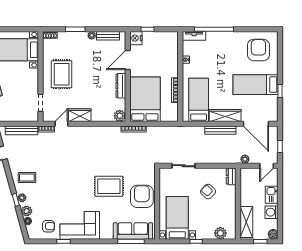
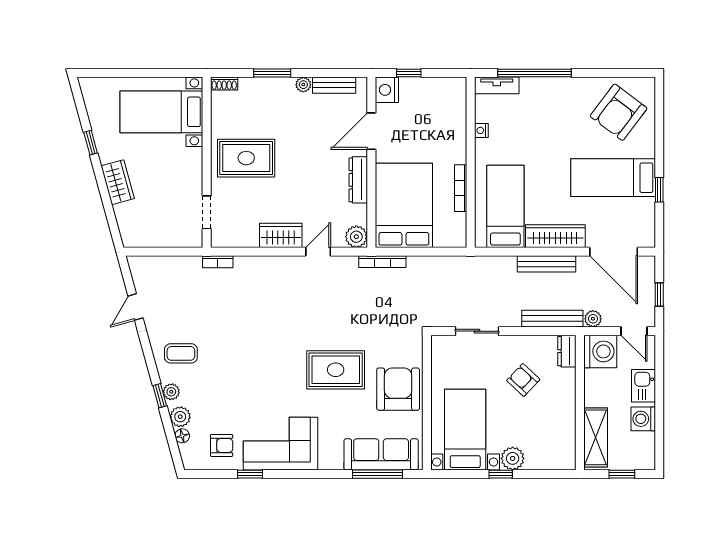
armchair: (258, 50) -> (619, 112), turned -143
rug: (62, 74) -> (246, 158), turned 90
door: (61, 124) -> (318, 252), moved
bench: (21, 130) -> (552, 319), moved
door: (267, 166) -> (634, 331), hinge flipped
washing machine: (249, 177) -> (600, 351), added
plant: (220, 233) -> (513, 458), moved
boiler: (273, 234) -> (646, 460), removed

